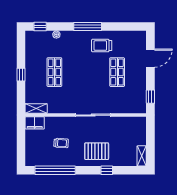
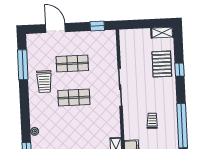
window: (88, 27) -> (23, 65), moved
shop shelf: (54, 72) -> (74, 98), moved
pallet: (97, 151) -> (162, 64), moved

